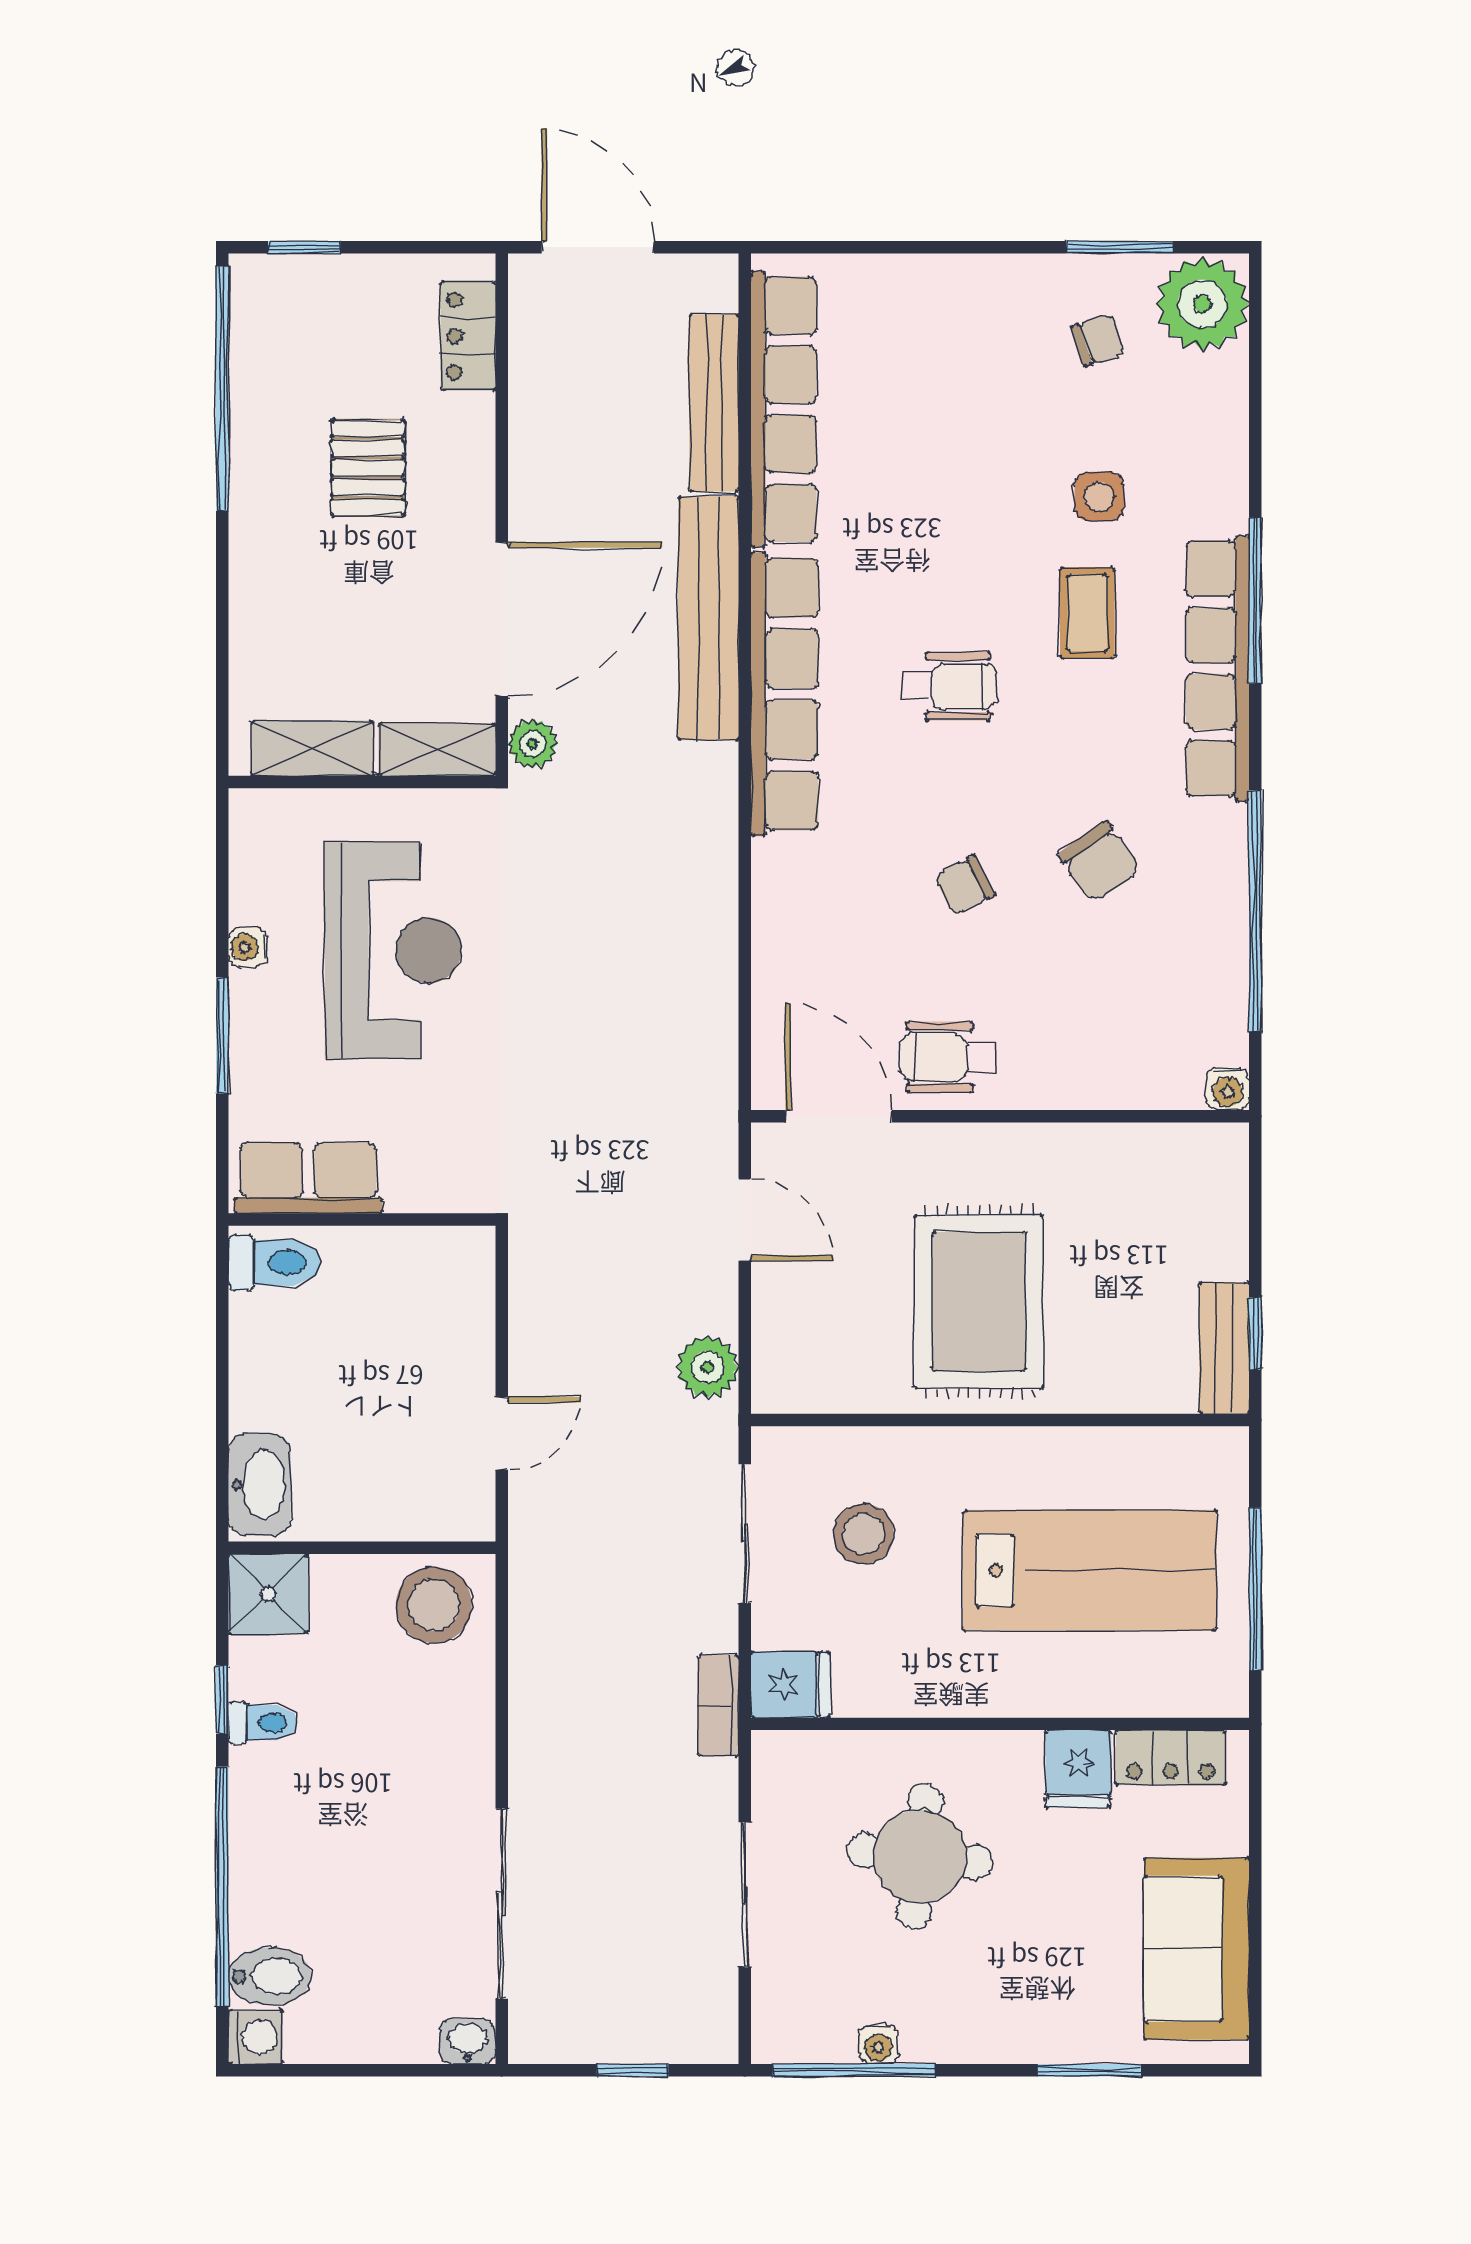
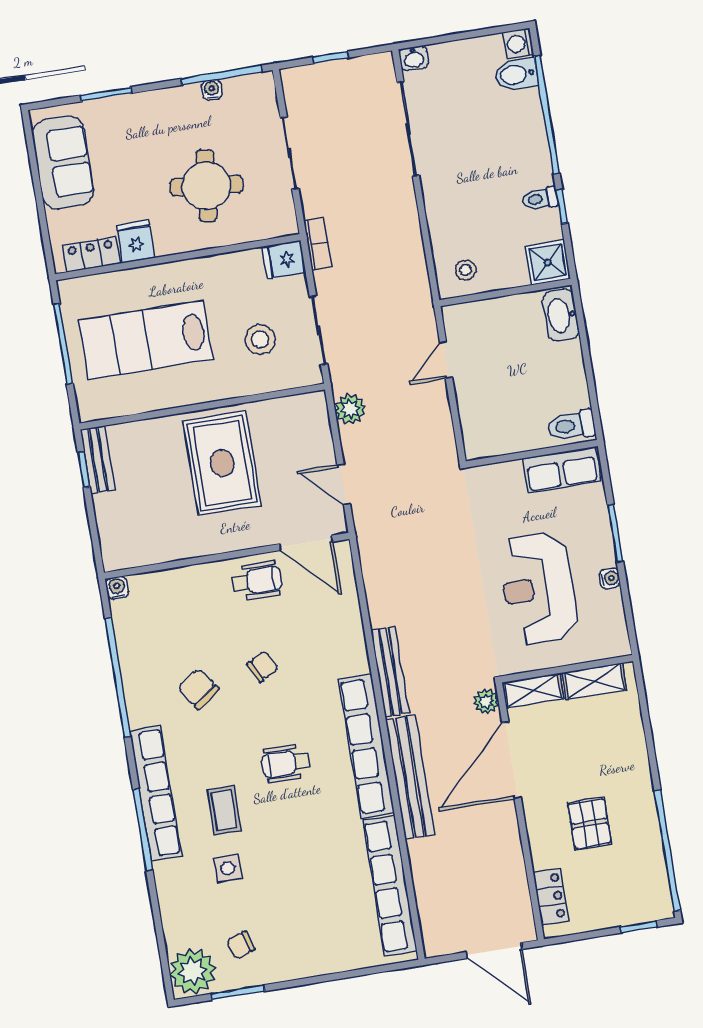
bench: (714, 403) -> (390, 672), moved
stool: (434, 1605) -> (465, 270), width x0.53, depth x0.53

